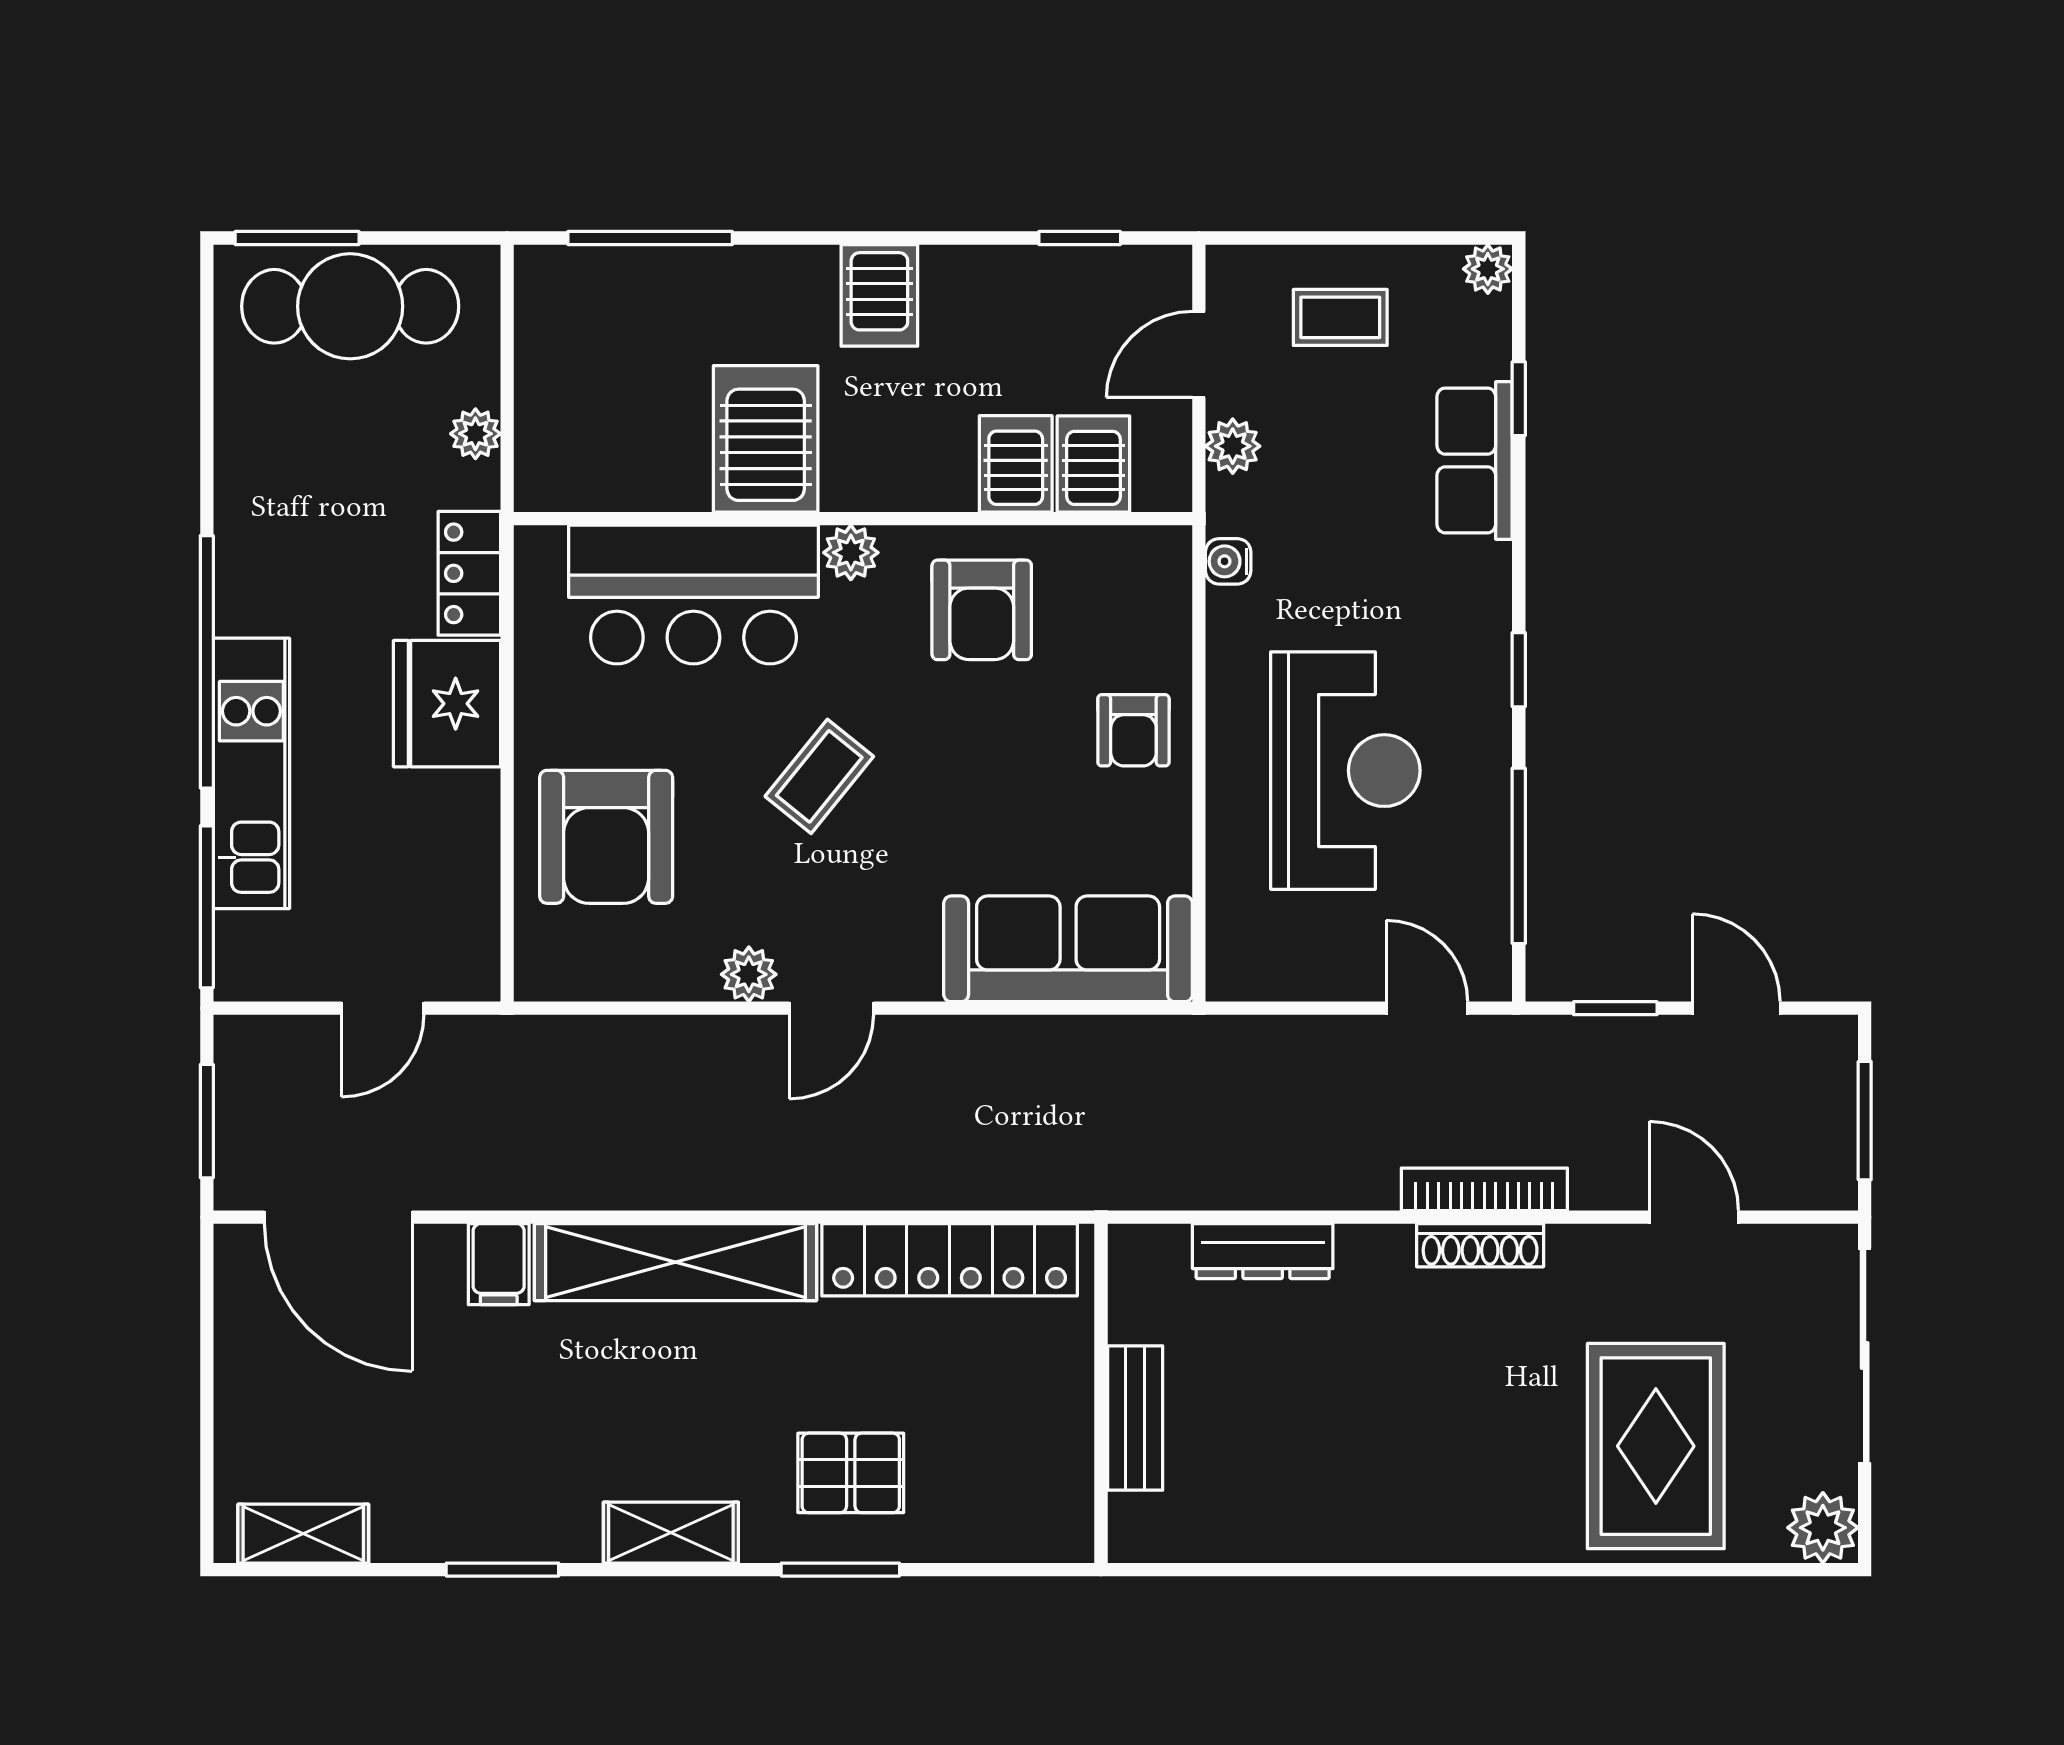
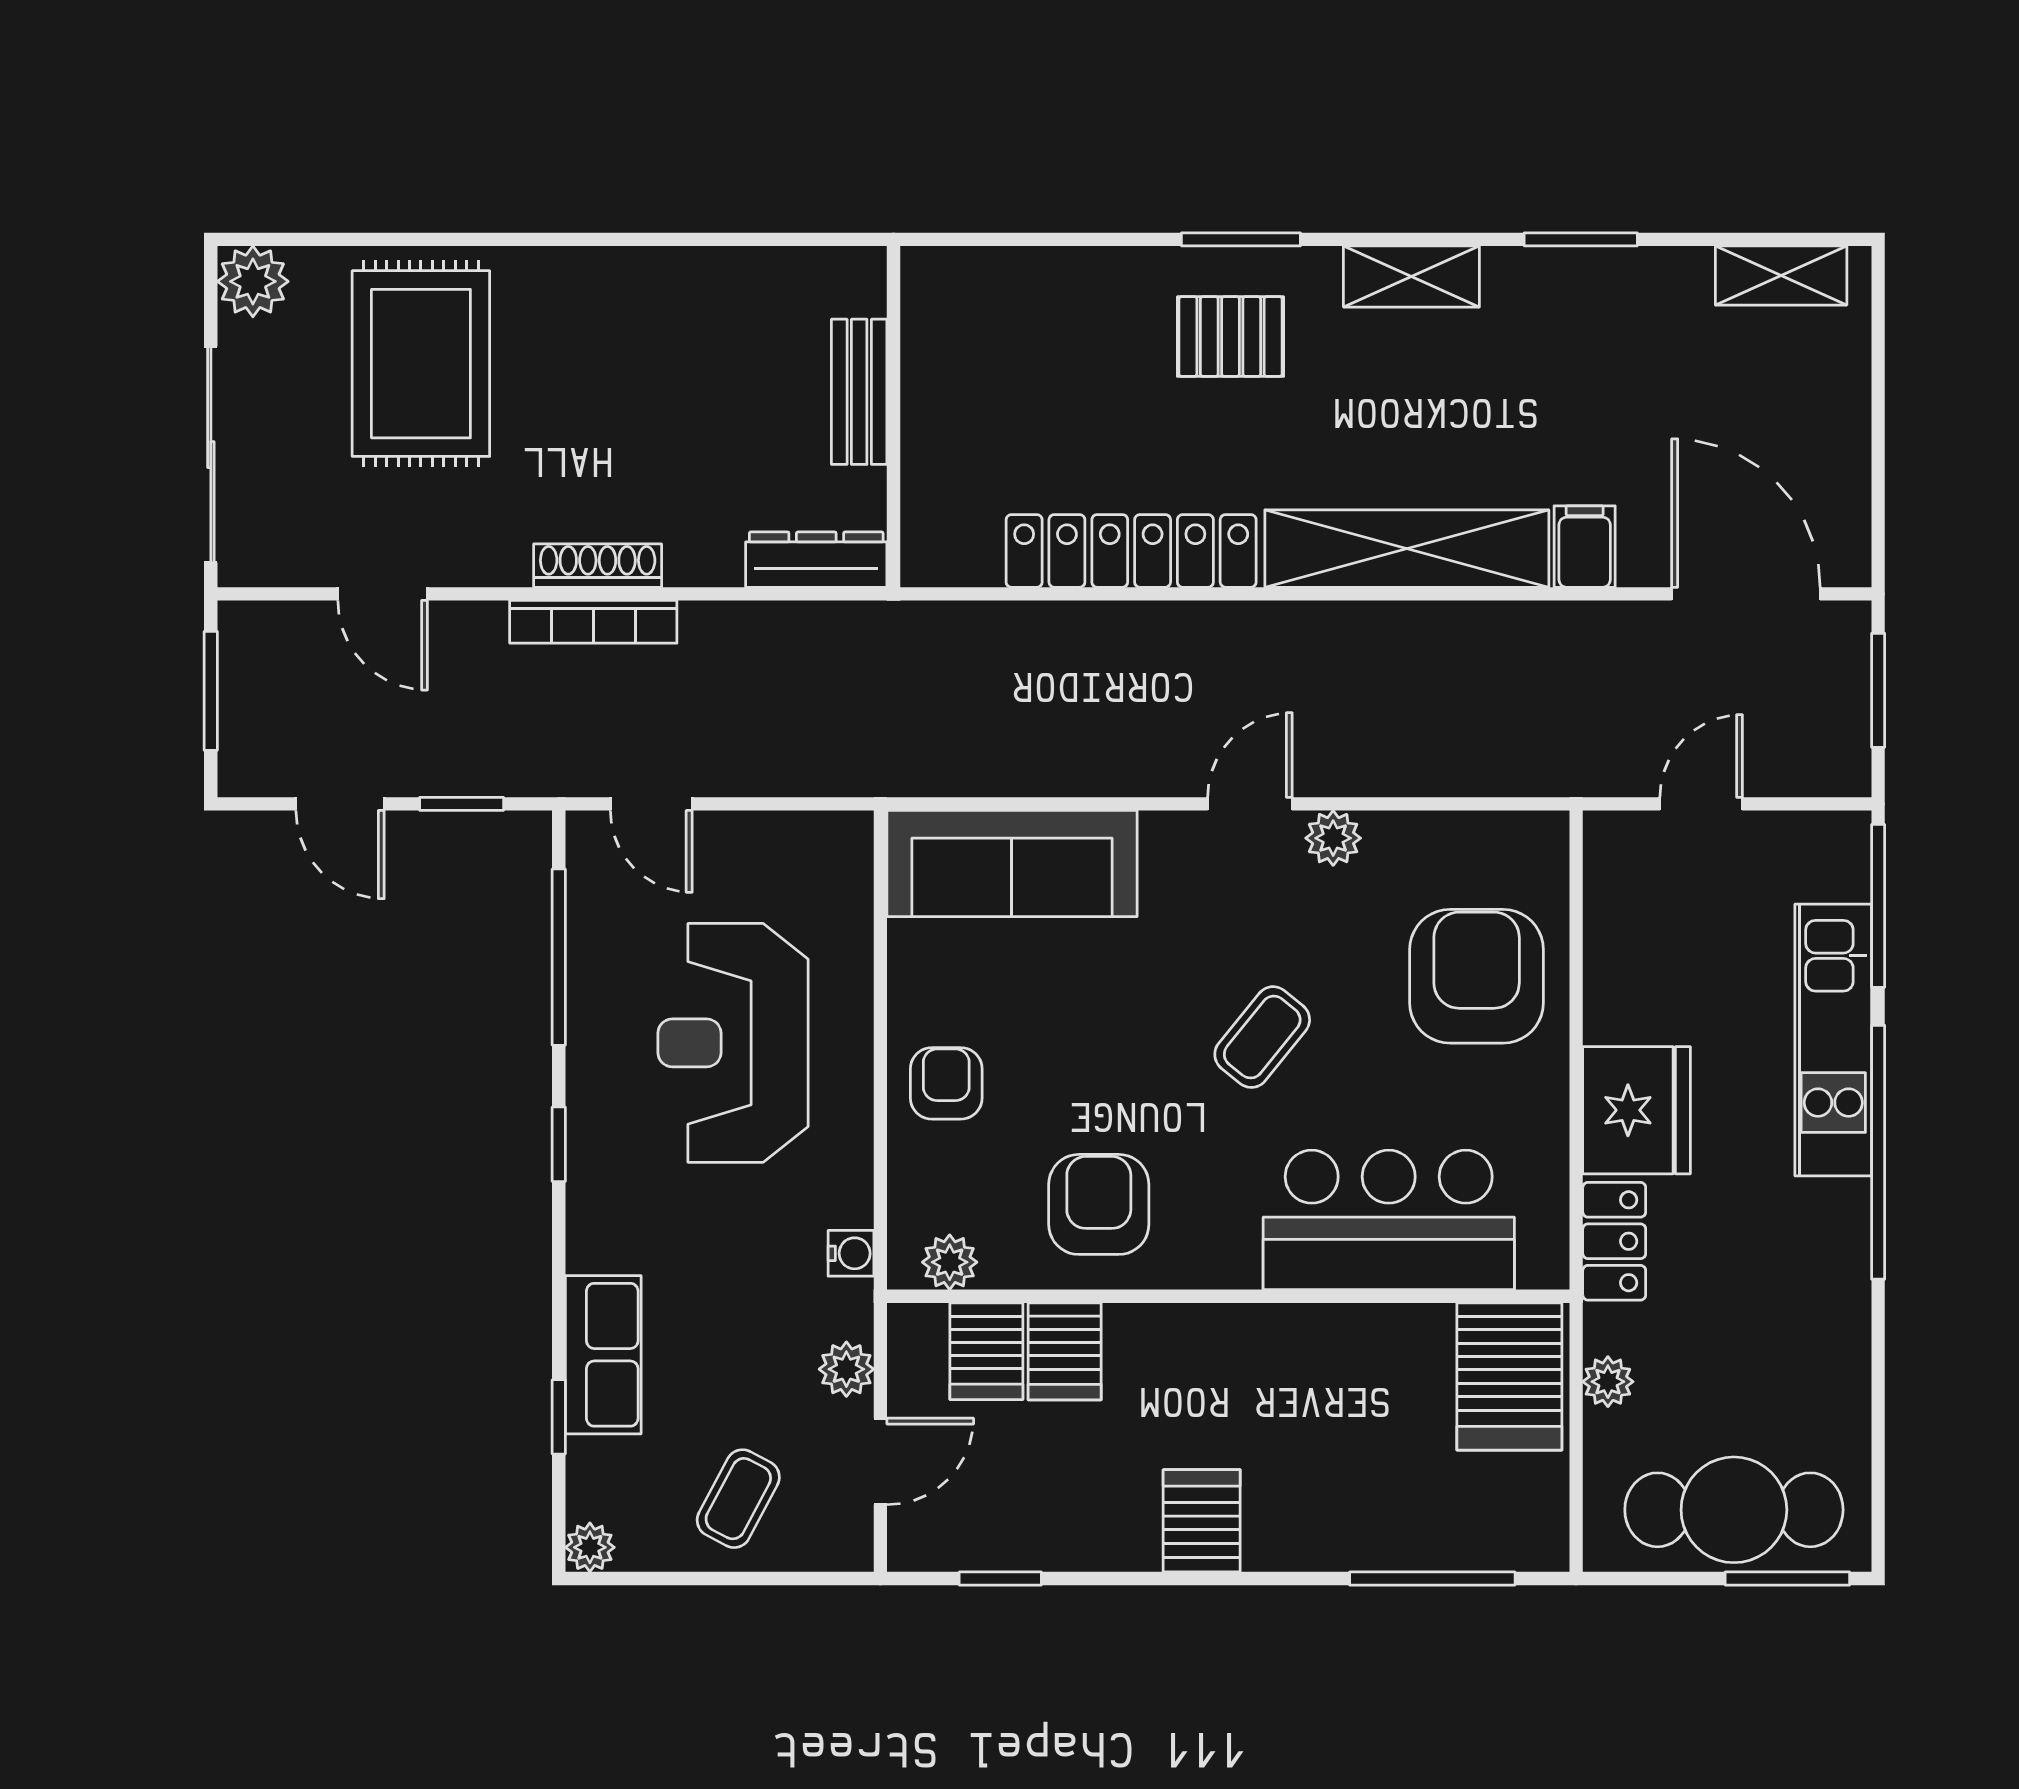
coffee table: (1340, 317) -> (738, 1499), turned -62
server rack: (766, 439) -> (1509, 1376), moved
plant: (851, 553) -> (950, 1262), moved
wall: (1101, 1393) -> (893, 417), moved
bench: (1135, 1418) -> (859, 392), moved

